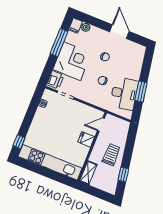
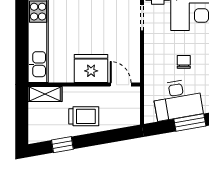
fridge: (86, 139) -> (91, 69), width x1.88, depth x1.34

